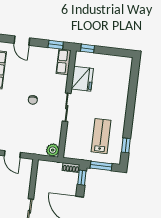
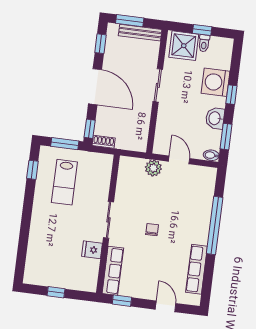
window: (88, 48) -> (56, 292), moved
row of seats: (64, 62) -> (113, 271), width x1.48
fridge: (82, 79) -> (92, 250), width x0.53, depth x0.75
plant: (53, 150) -> (153, 168), moved

